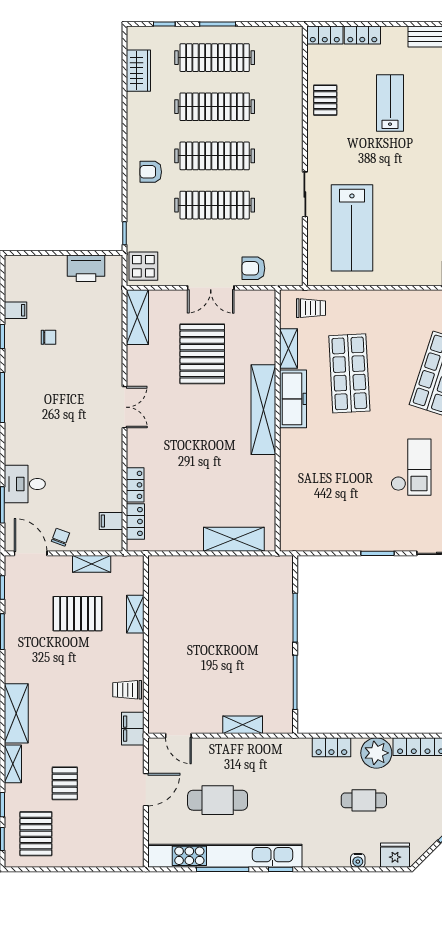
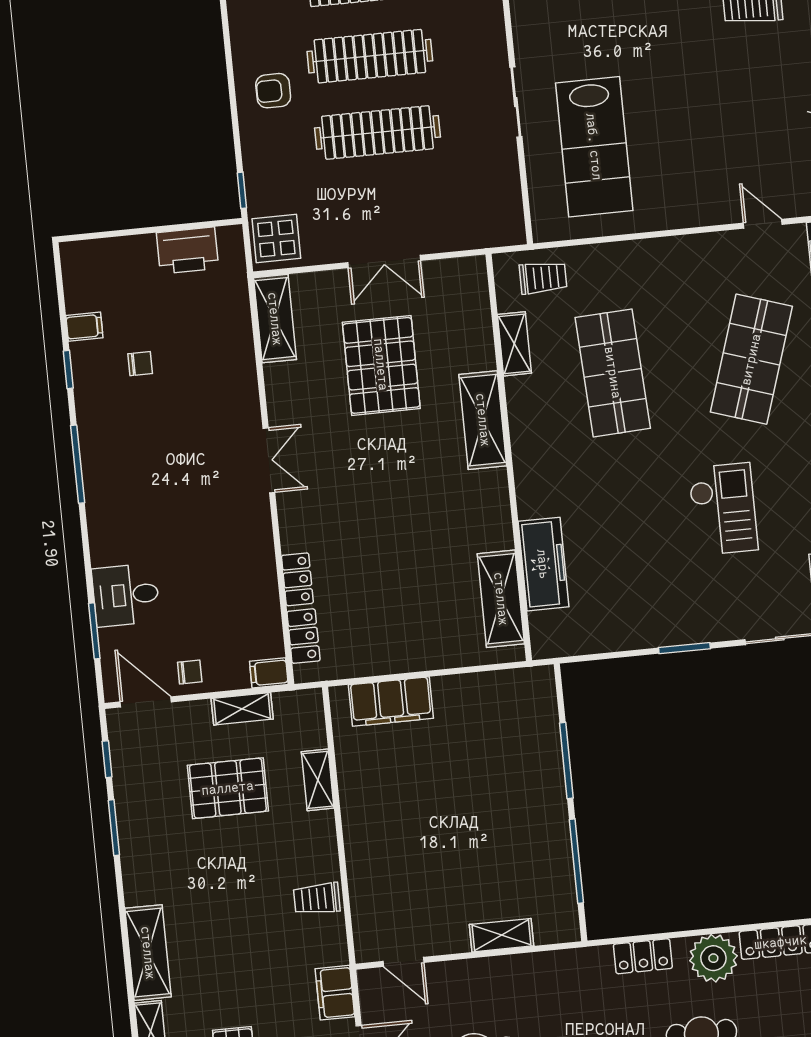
armchair: (253, 268) -> (447, 225), removed
freezer: (293, 399) -> (543, 564), moved
shelving: (263, 410) -> (483, 420), width x0.68
filing cabinet: (111, 521) -> (269, 673), moved
chair: (61, 537) -> (190, 672), turned 70
shelving: (234, 539) -> (501, 599), moved, turned 90
filing cabinet: (187, 569) -> (391, 702), added
filing cabinet: (133, 729) -> (335, 993), moved

